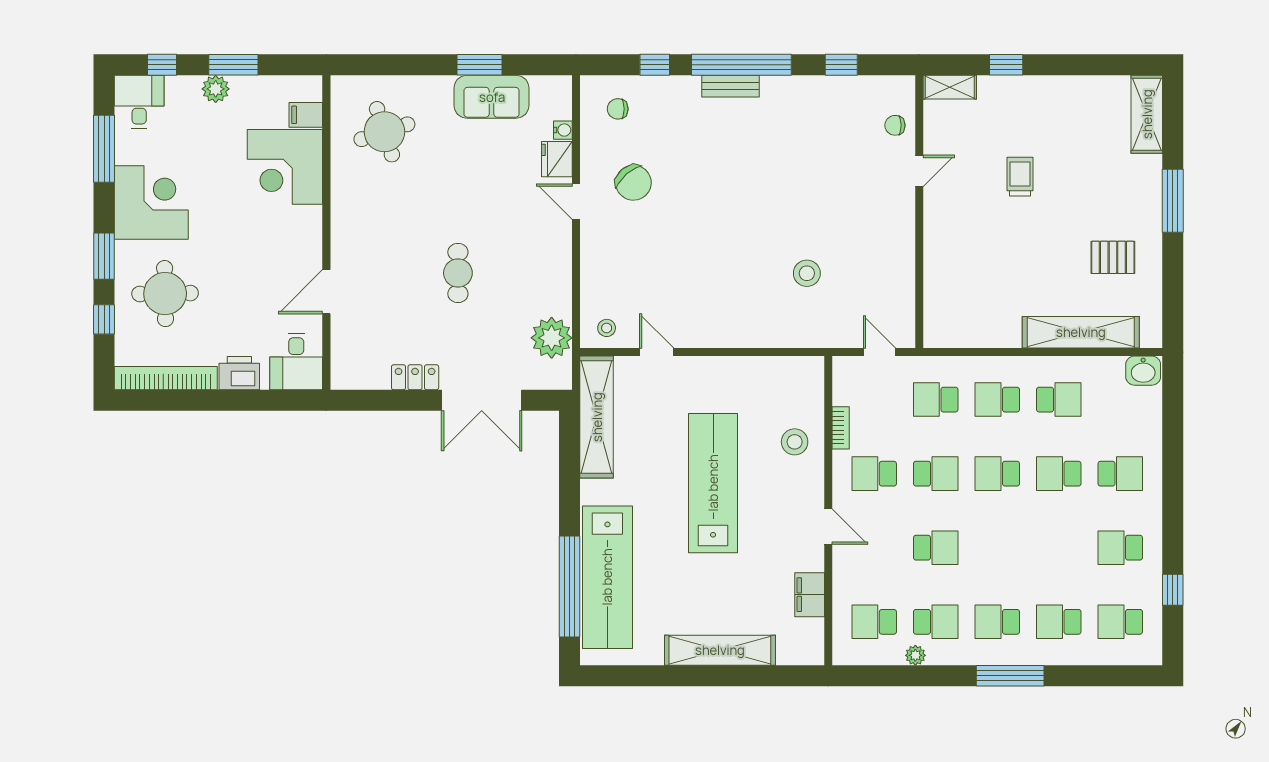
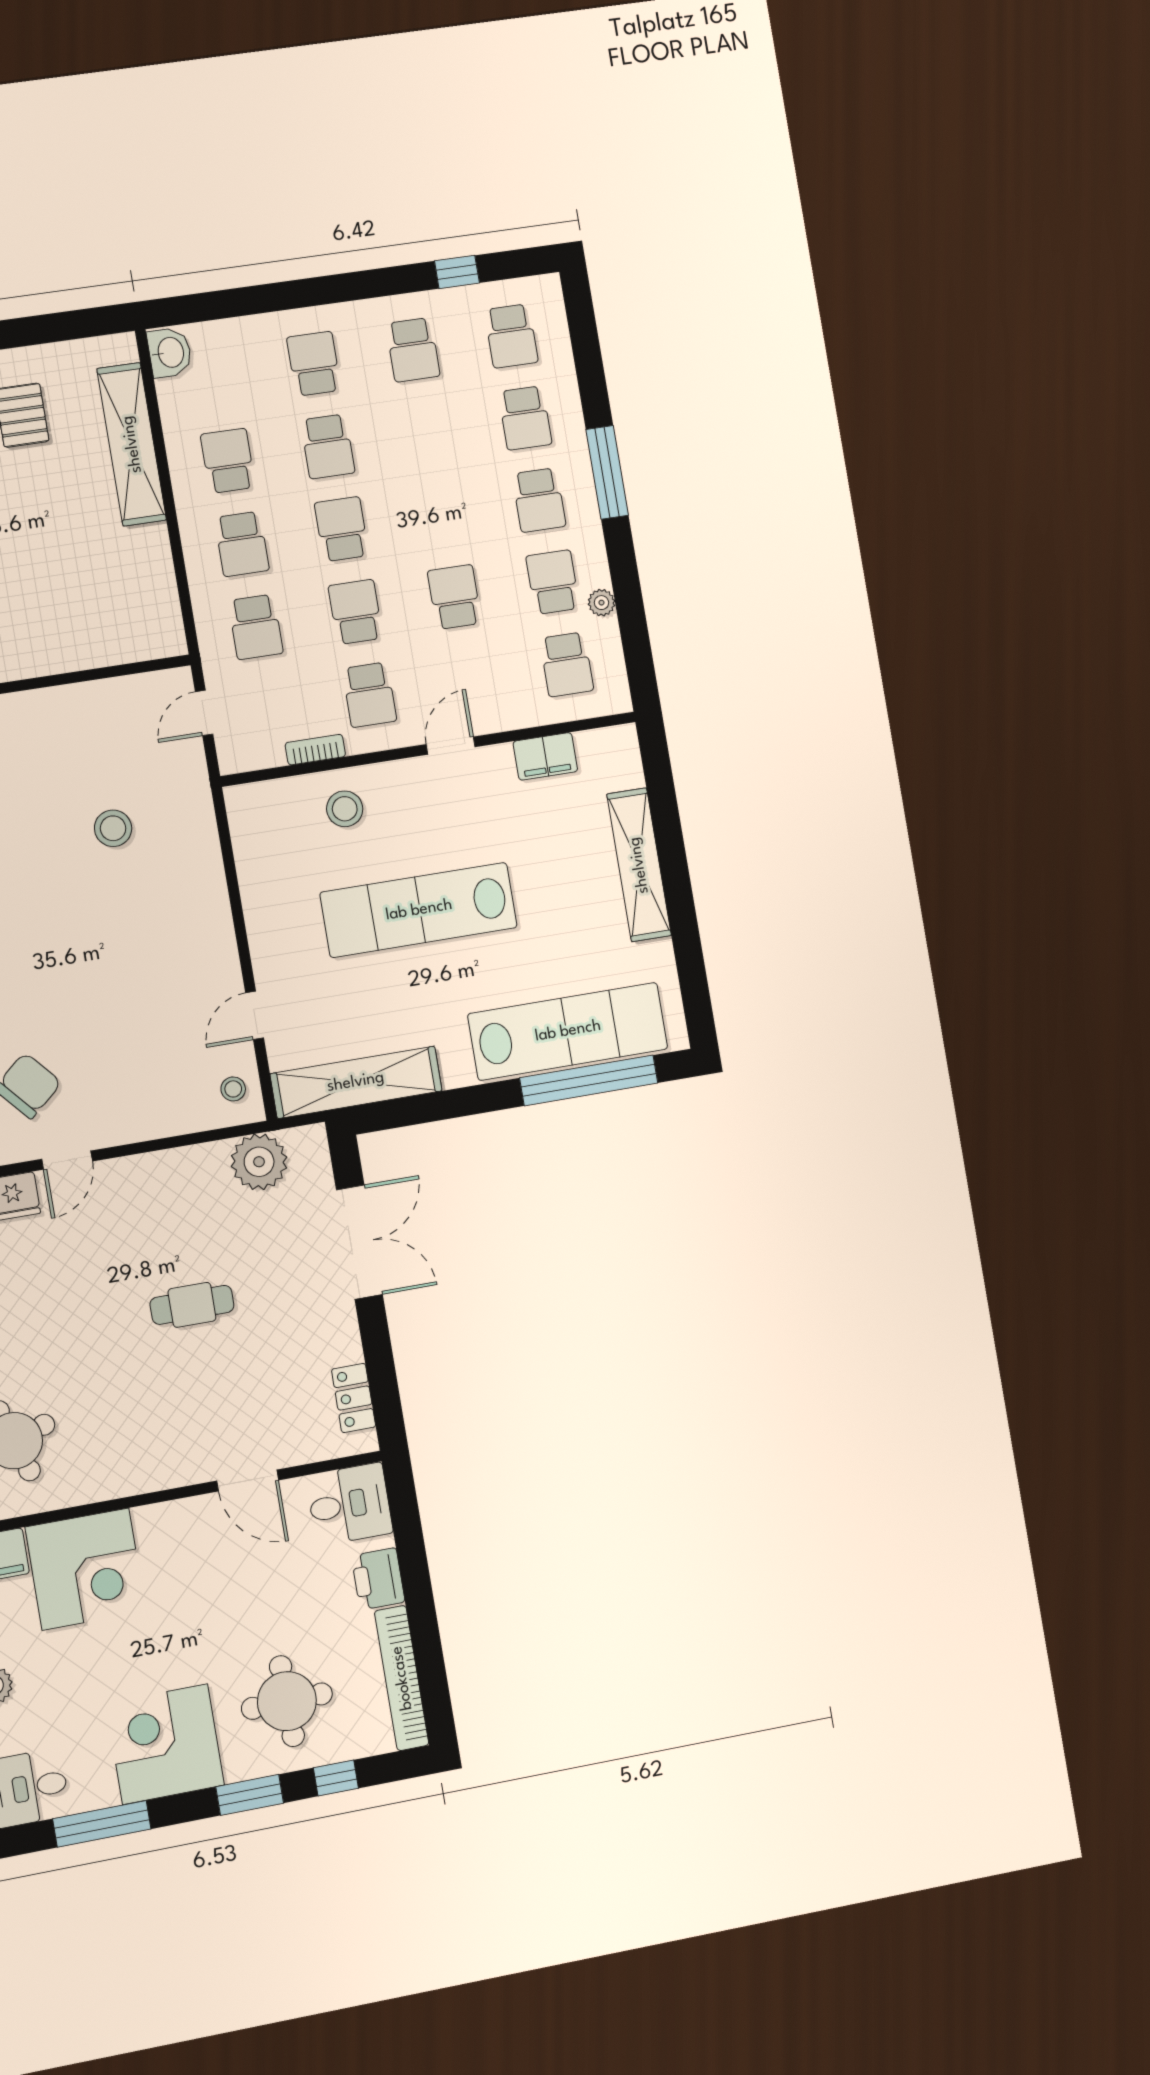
locker: (415, 377) -> (354, 1398), moved
school desk: (997, 474) -> (342, 529), turned 180

